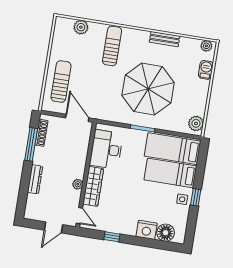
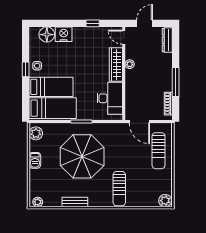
plant: (81, 27) -> (165, 201), moved
barbecue: (206, 70) -> (35, 160), moved
window: (31, 144) -> (176, 82), moved
dresser: (35, 179) -> (167, 40), moved

